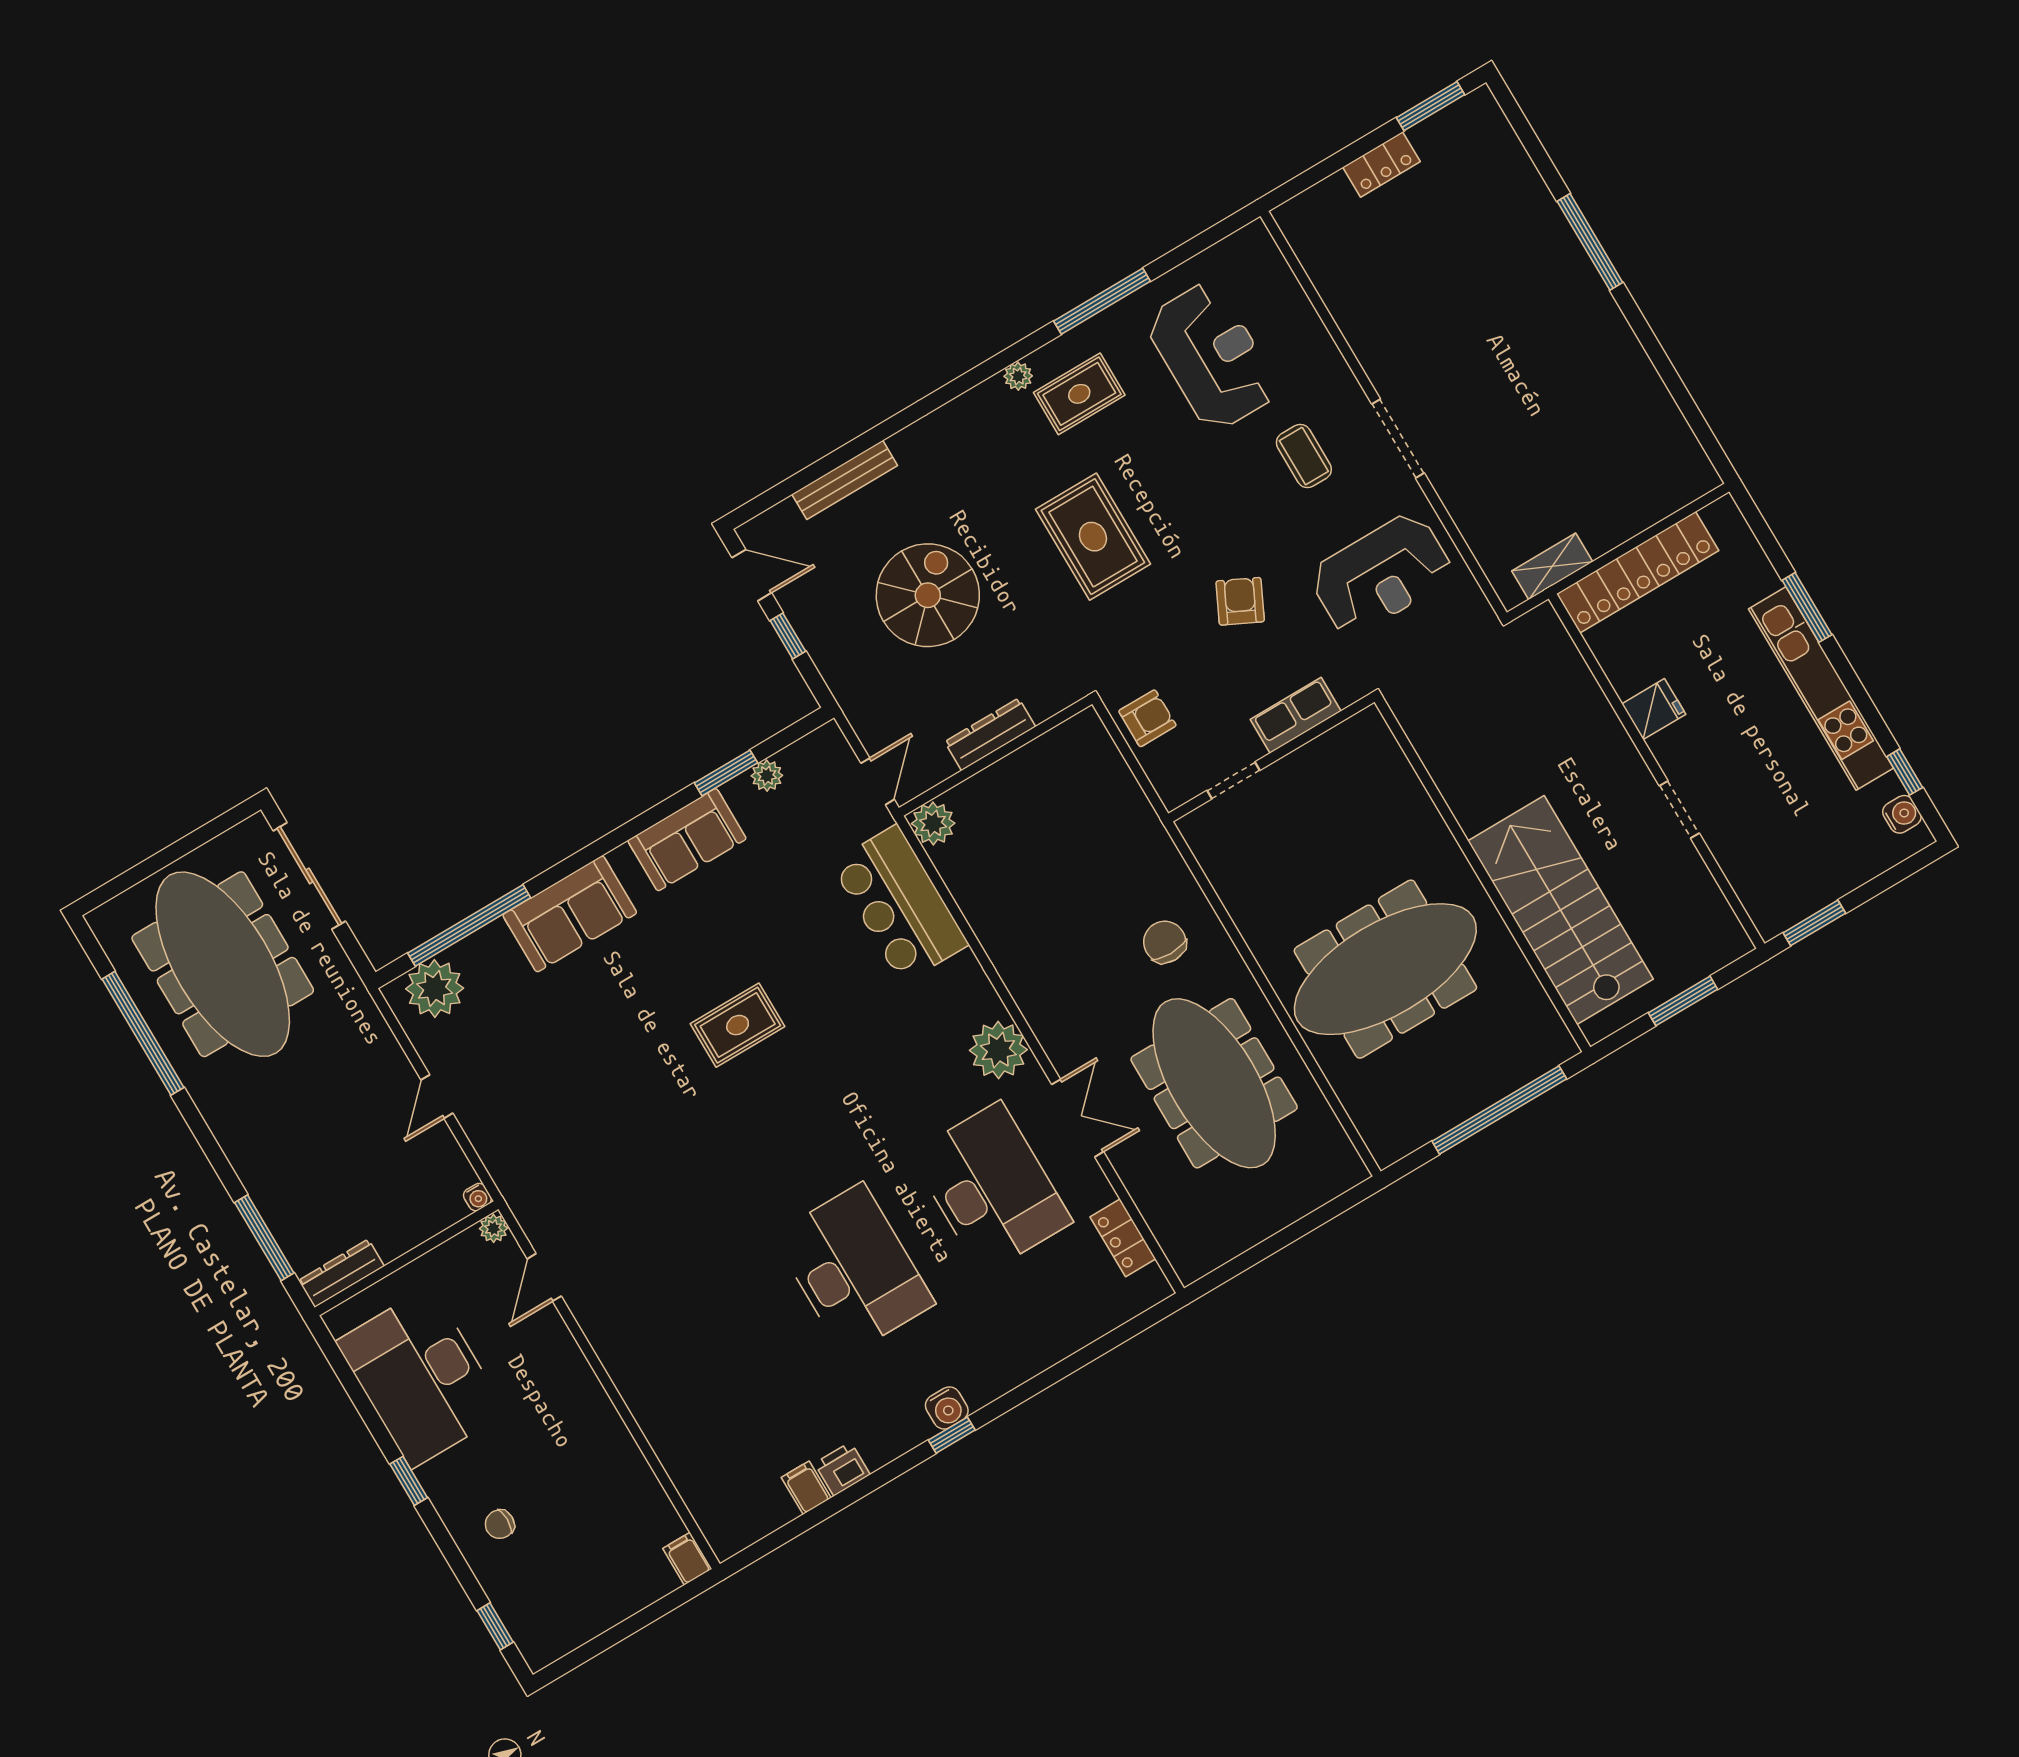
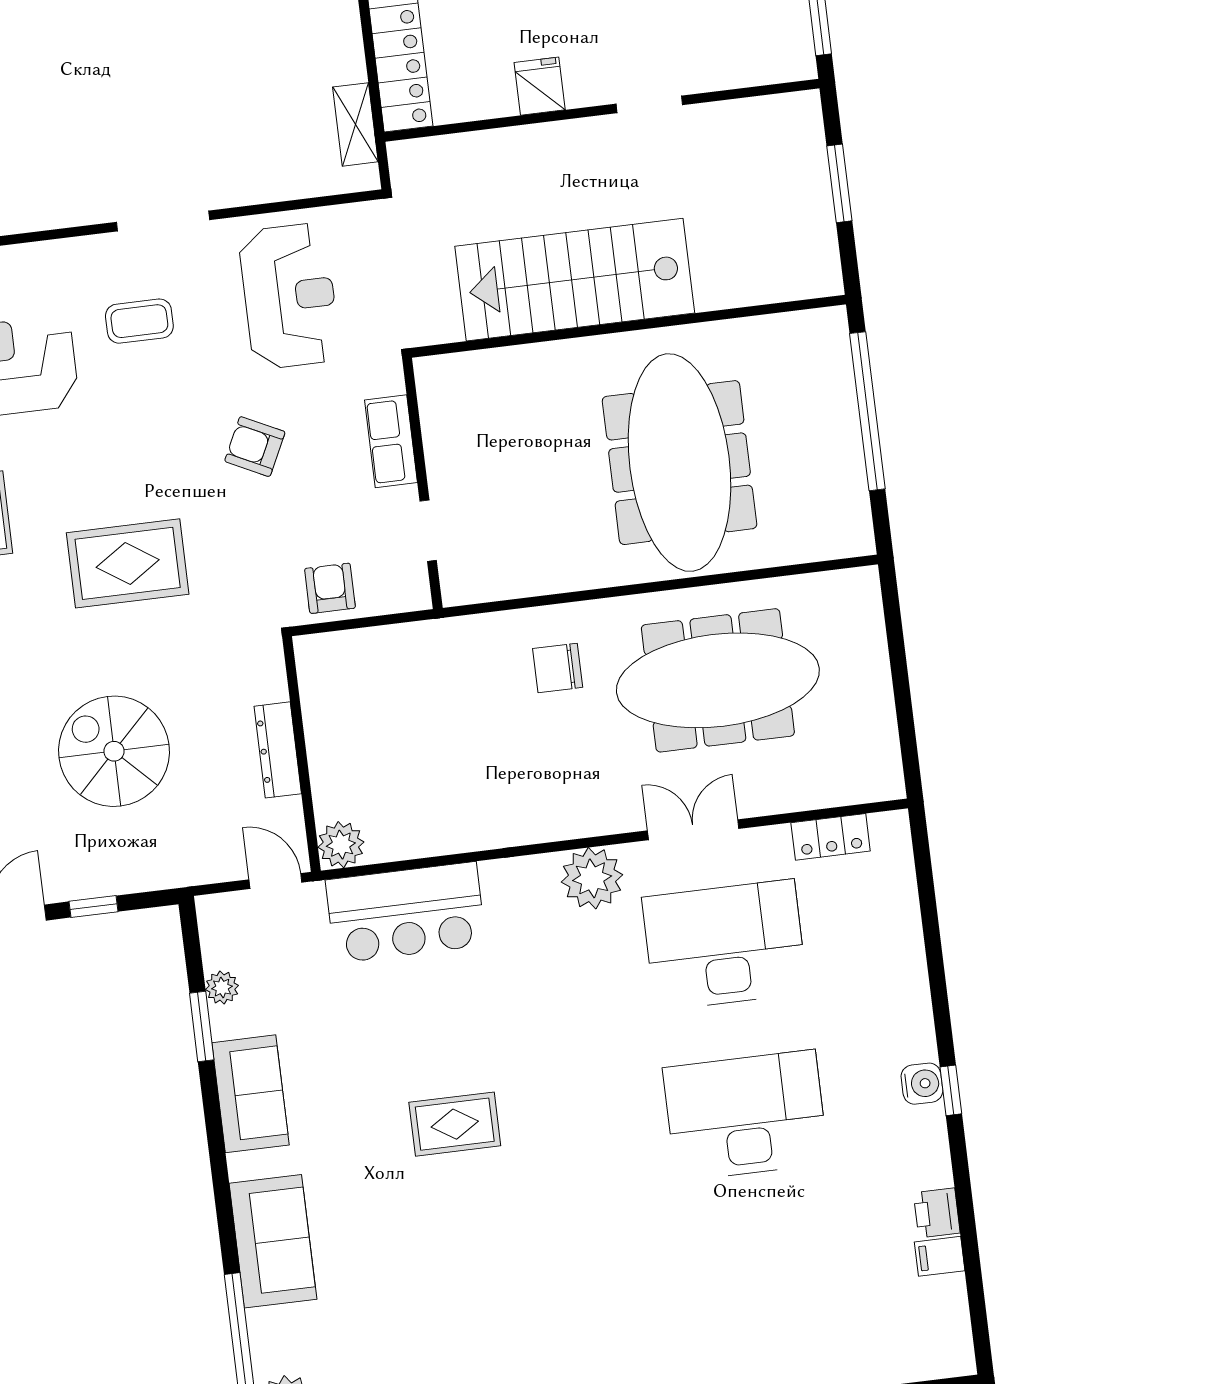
stairs: (1561, 910) -> (575, 280), moved
rug: (738, 1025) -> (455, 1124), turned 90

